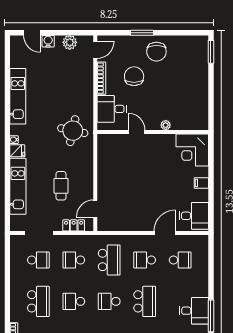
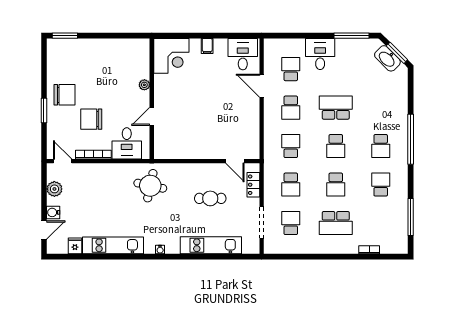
fridge: (17, 151) -> (75, 246), moved
school desk: (109, 260) -> (291, 146), width x0.54
school desk: (38, 301) -> (336, 223), turned 180
desk: (194, 311) -> (320, 54), moved

